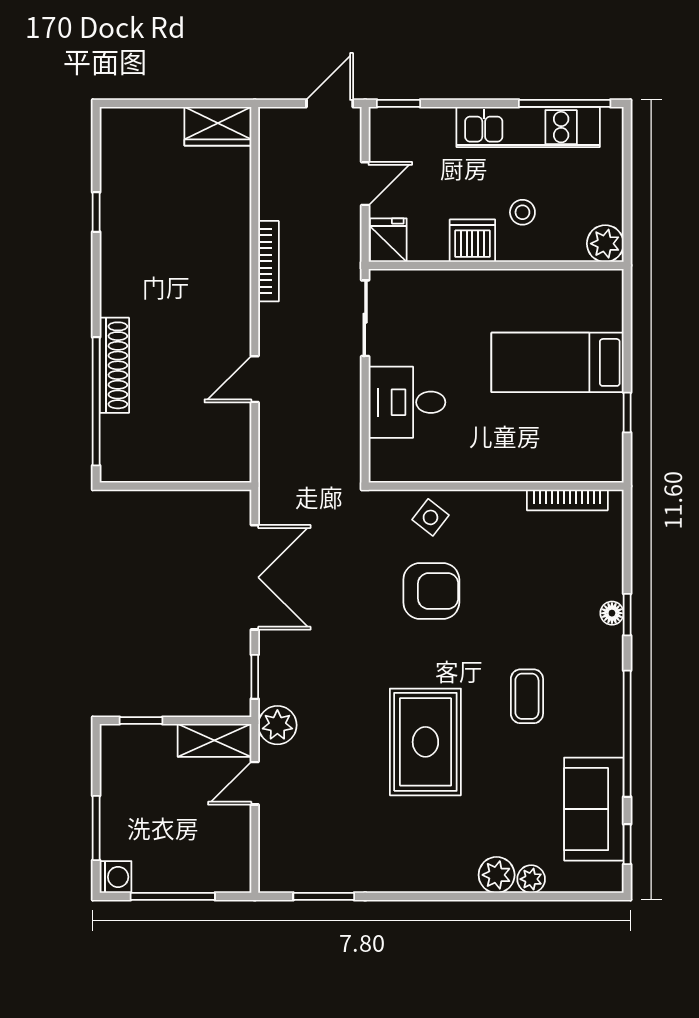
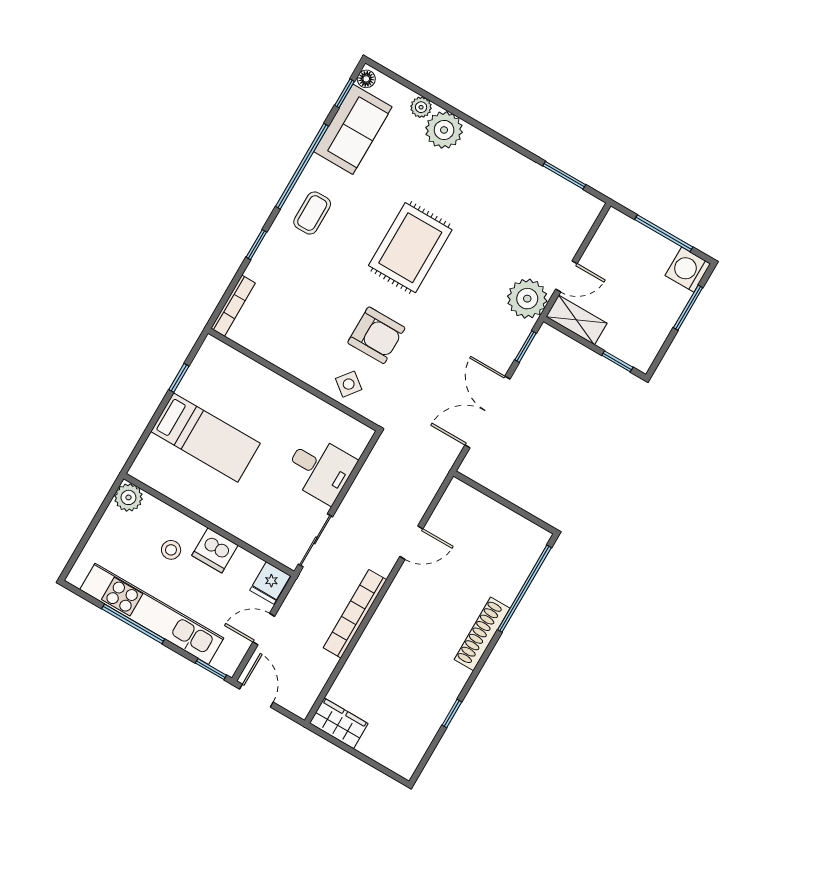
door: (330, 103) -> (256, 696), swing flipped
window: (565, 103) -> (133, 624), moved
kitchen unit: (528, 127) -> (152, 614), width x1.36
bookcase: (268, 261) -> (355, 614), width x1.48, depth x1.31
shoe rack: (114, 365) -> (482, 634), moved
bookcase: (567, 500) -> (233, 306), moved, turned 90
armchair: (431, 591) -> (376, 335), turned 180
floor lamp: (612, 613) -> (366, 79), moved
coffee table: (527, 696) -> (312, 213), moved
plant: (277, 725) -> (527, 299), width x1.36, depth x1.36
rug: (425, 742) -> (410, 248), moved
plant: (497, 875) -> (444, 130), width x1.36, depth x1.36
washing machine: (116, 877) -> (688, 270), width x1.38, depth x1.38

